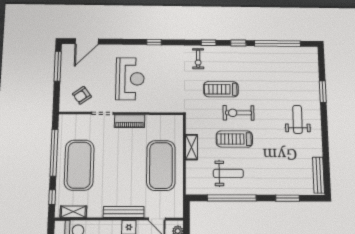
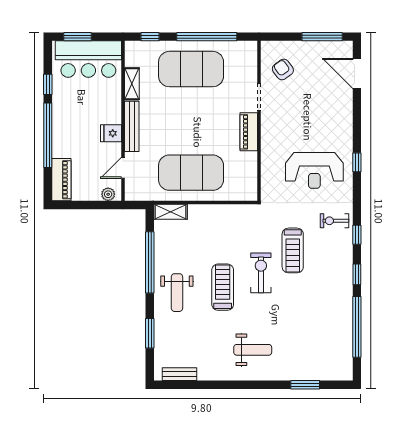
reception desk: (130, 79) -> (314, 170), moved
treadmill: (221, 89) -> (293, 250), turned 180
window: (323, 92) -> (305, 385), moved
treadmill: (234, 139) -> (223, 287), moved
shelving: (192, 147) -> (171, 212), moved
weight bench: (228, 173) -> (177, 293), moved
bench: (318, 175) -> (179, 374), width x0.73
shelving: (73, 212) -> (132, 84), moved

